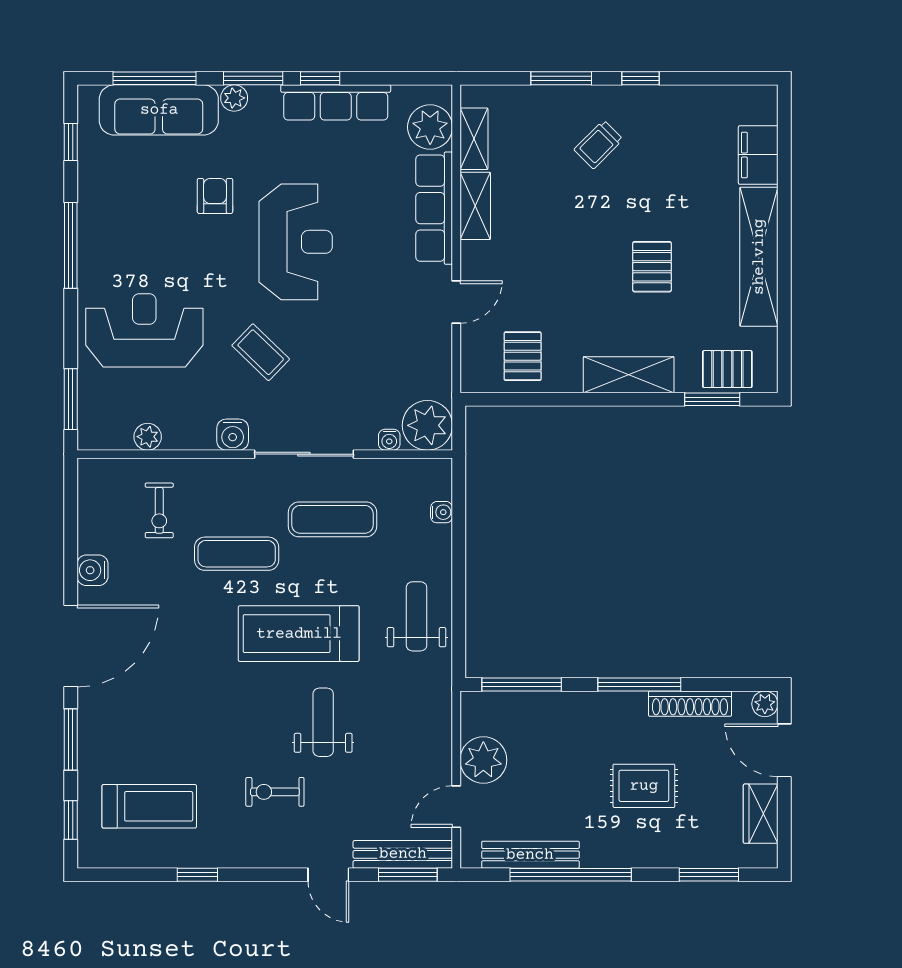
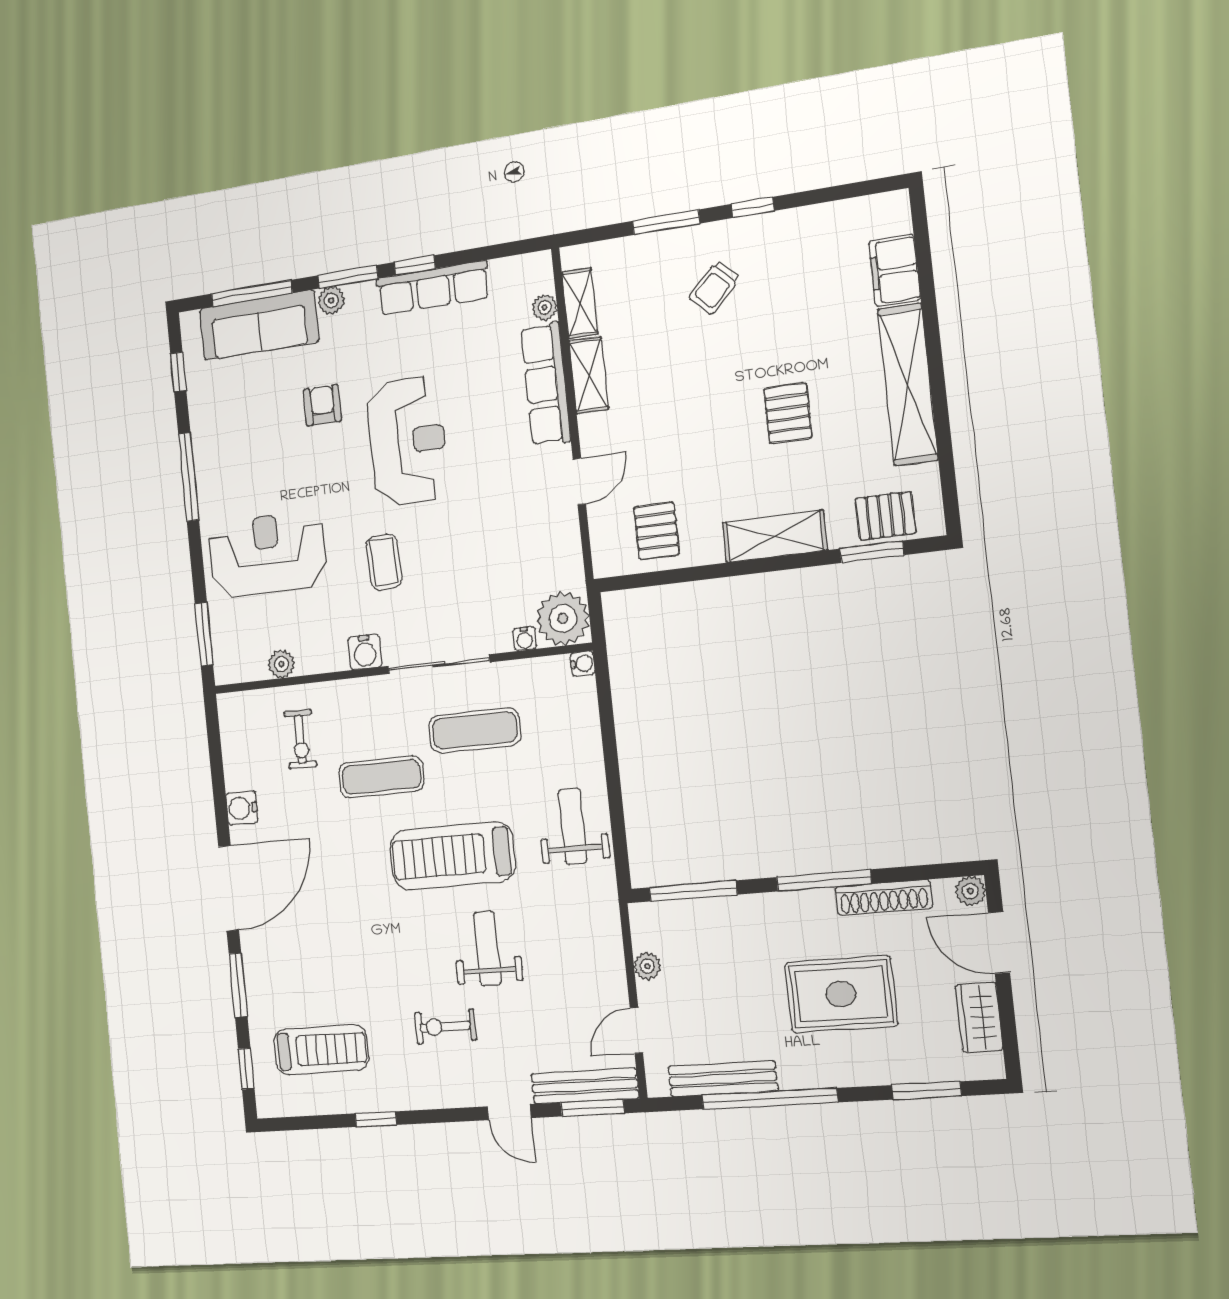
plant: (430, 127) -> (545, 307), width x0.53, depth x0.53
coffee table: (261, 352) -> (384, 562), turned 44
water cooler: (442, 512) -> (583, 664), moved
plant: (483, 760) -> (647, 966), width x0.53, depth x0.53
rug: (644, 786) -> (841, 994), width x1.36, depth x1.43

